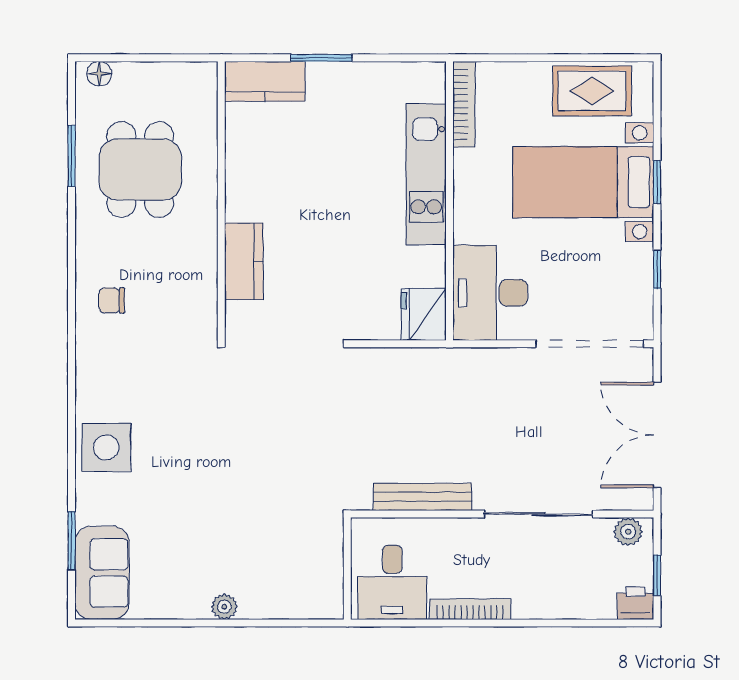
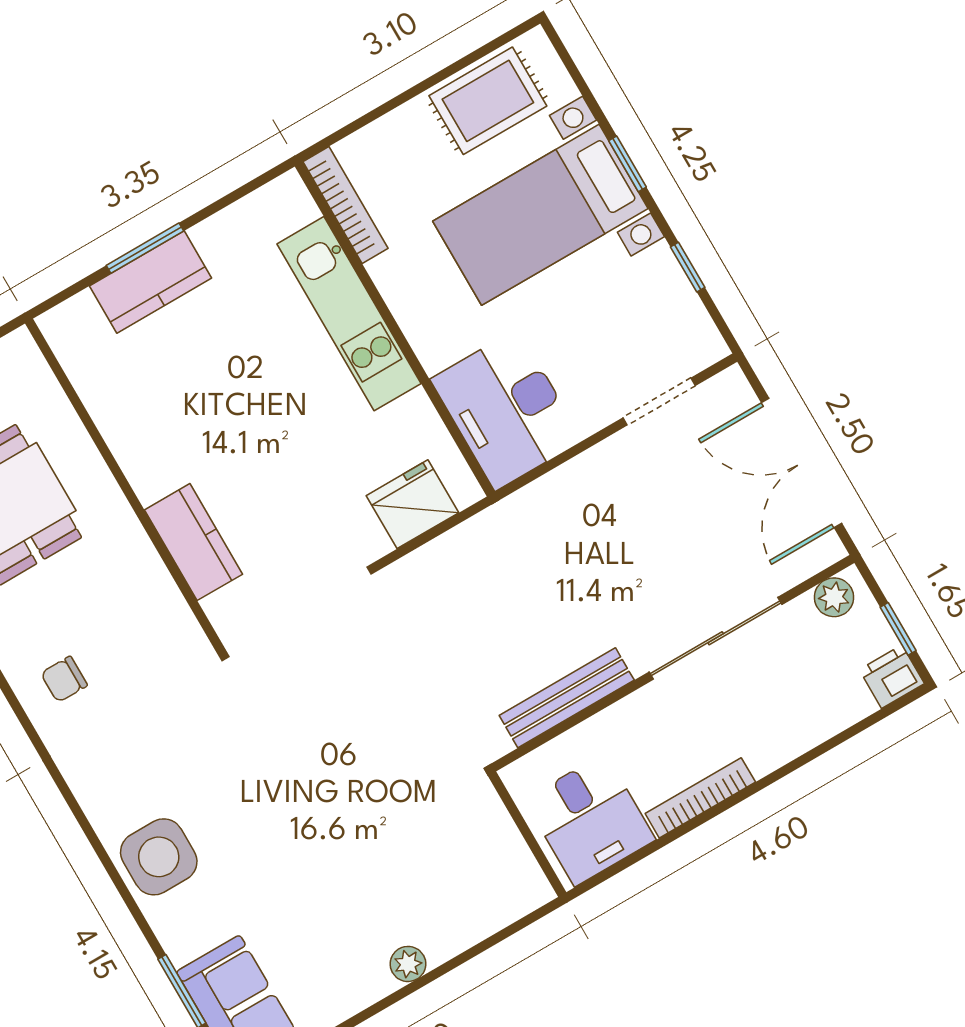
kitchen counter: (265, 81) -> (151, 282), moved
fridge: (424, 314) -> (413, 504), moved, turned 90
doorway: (590, 344) -> (659, 402), width x0.53

